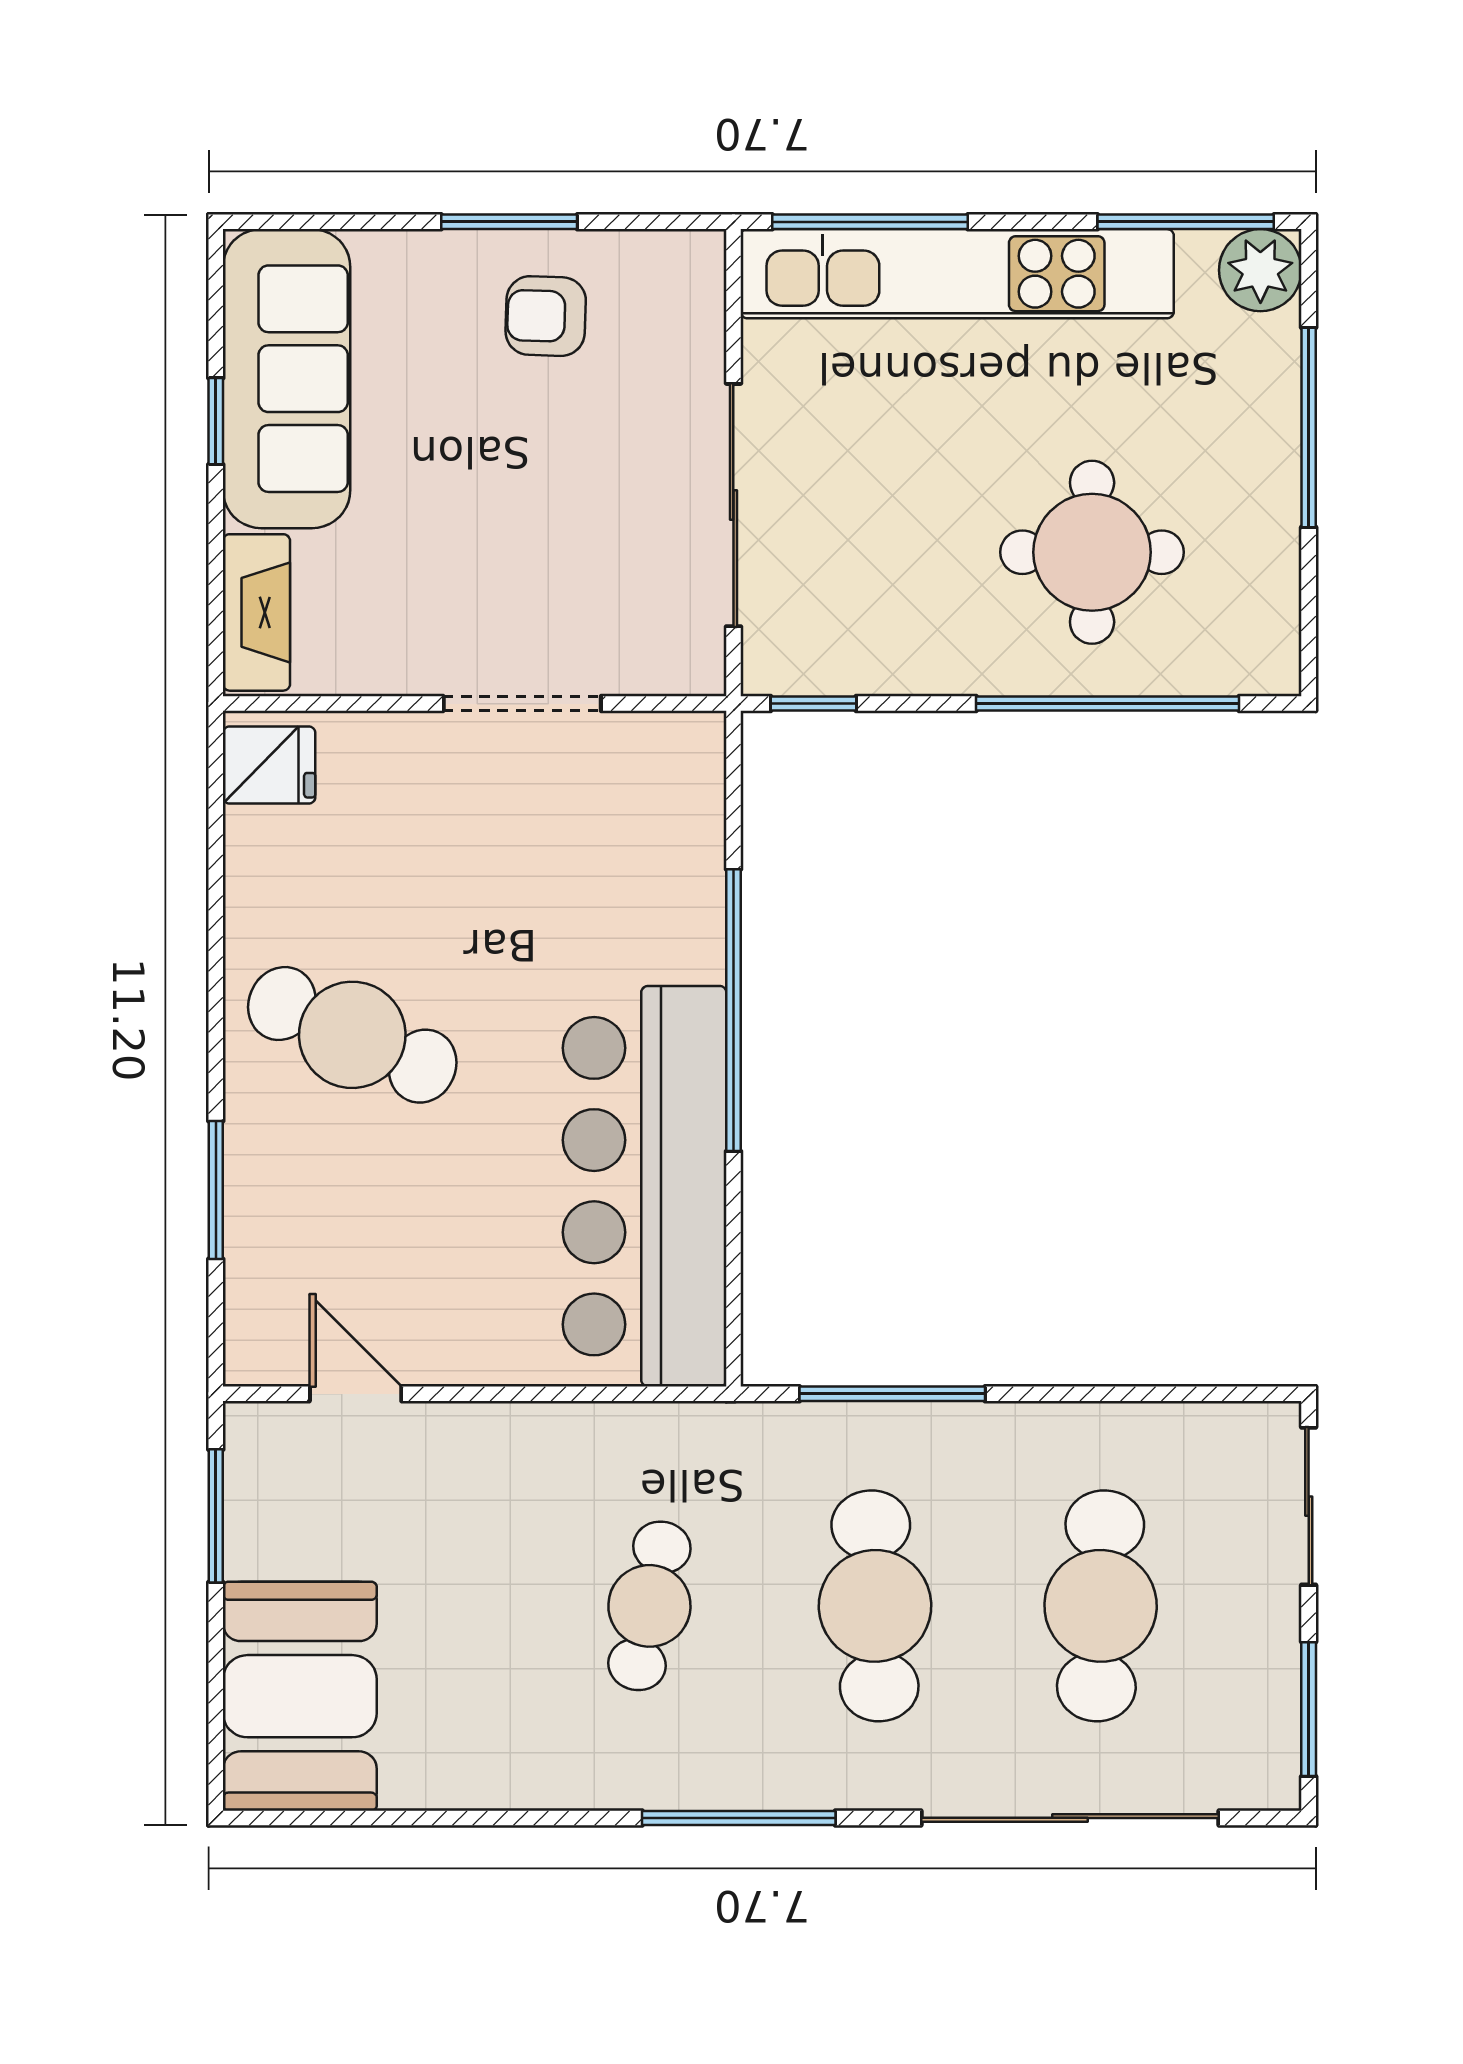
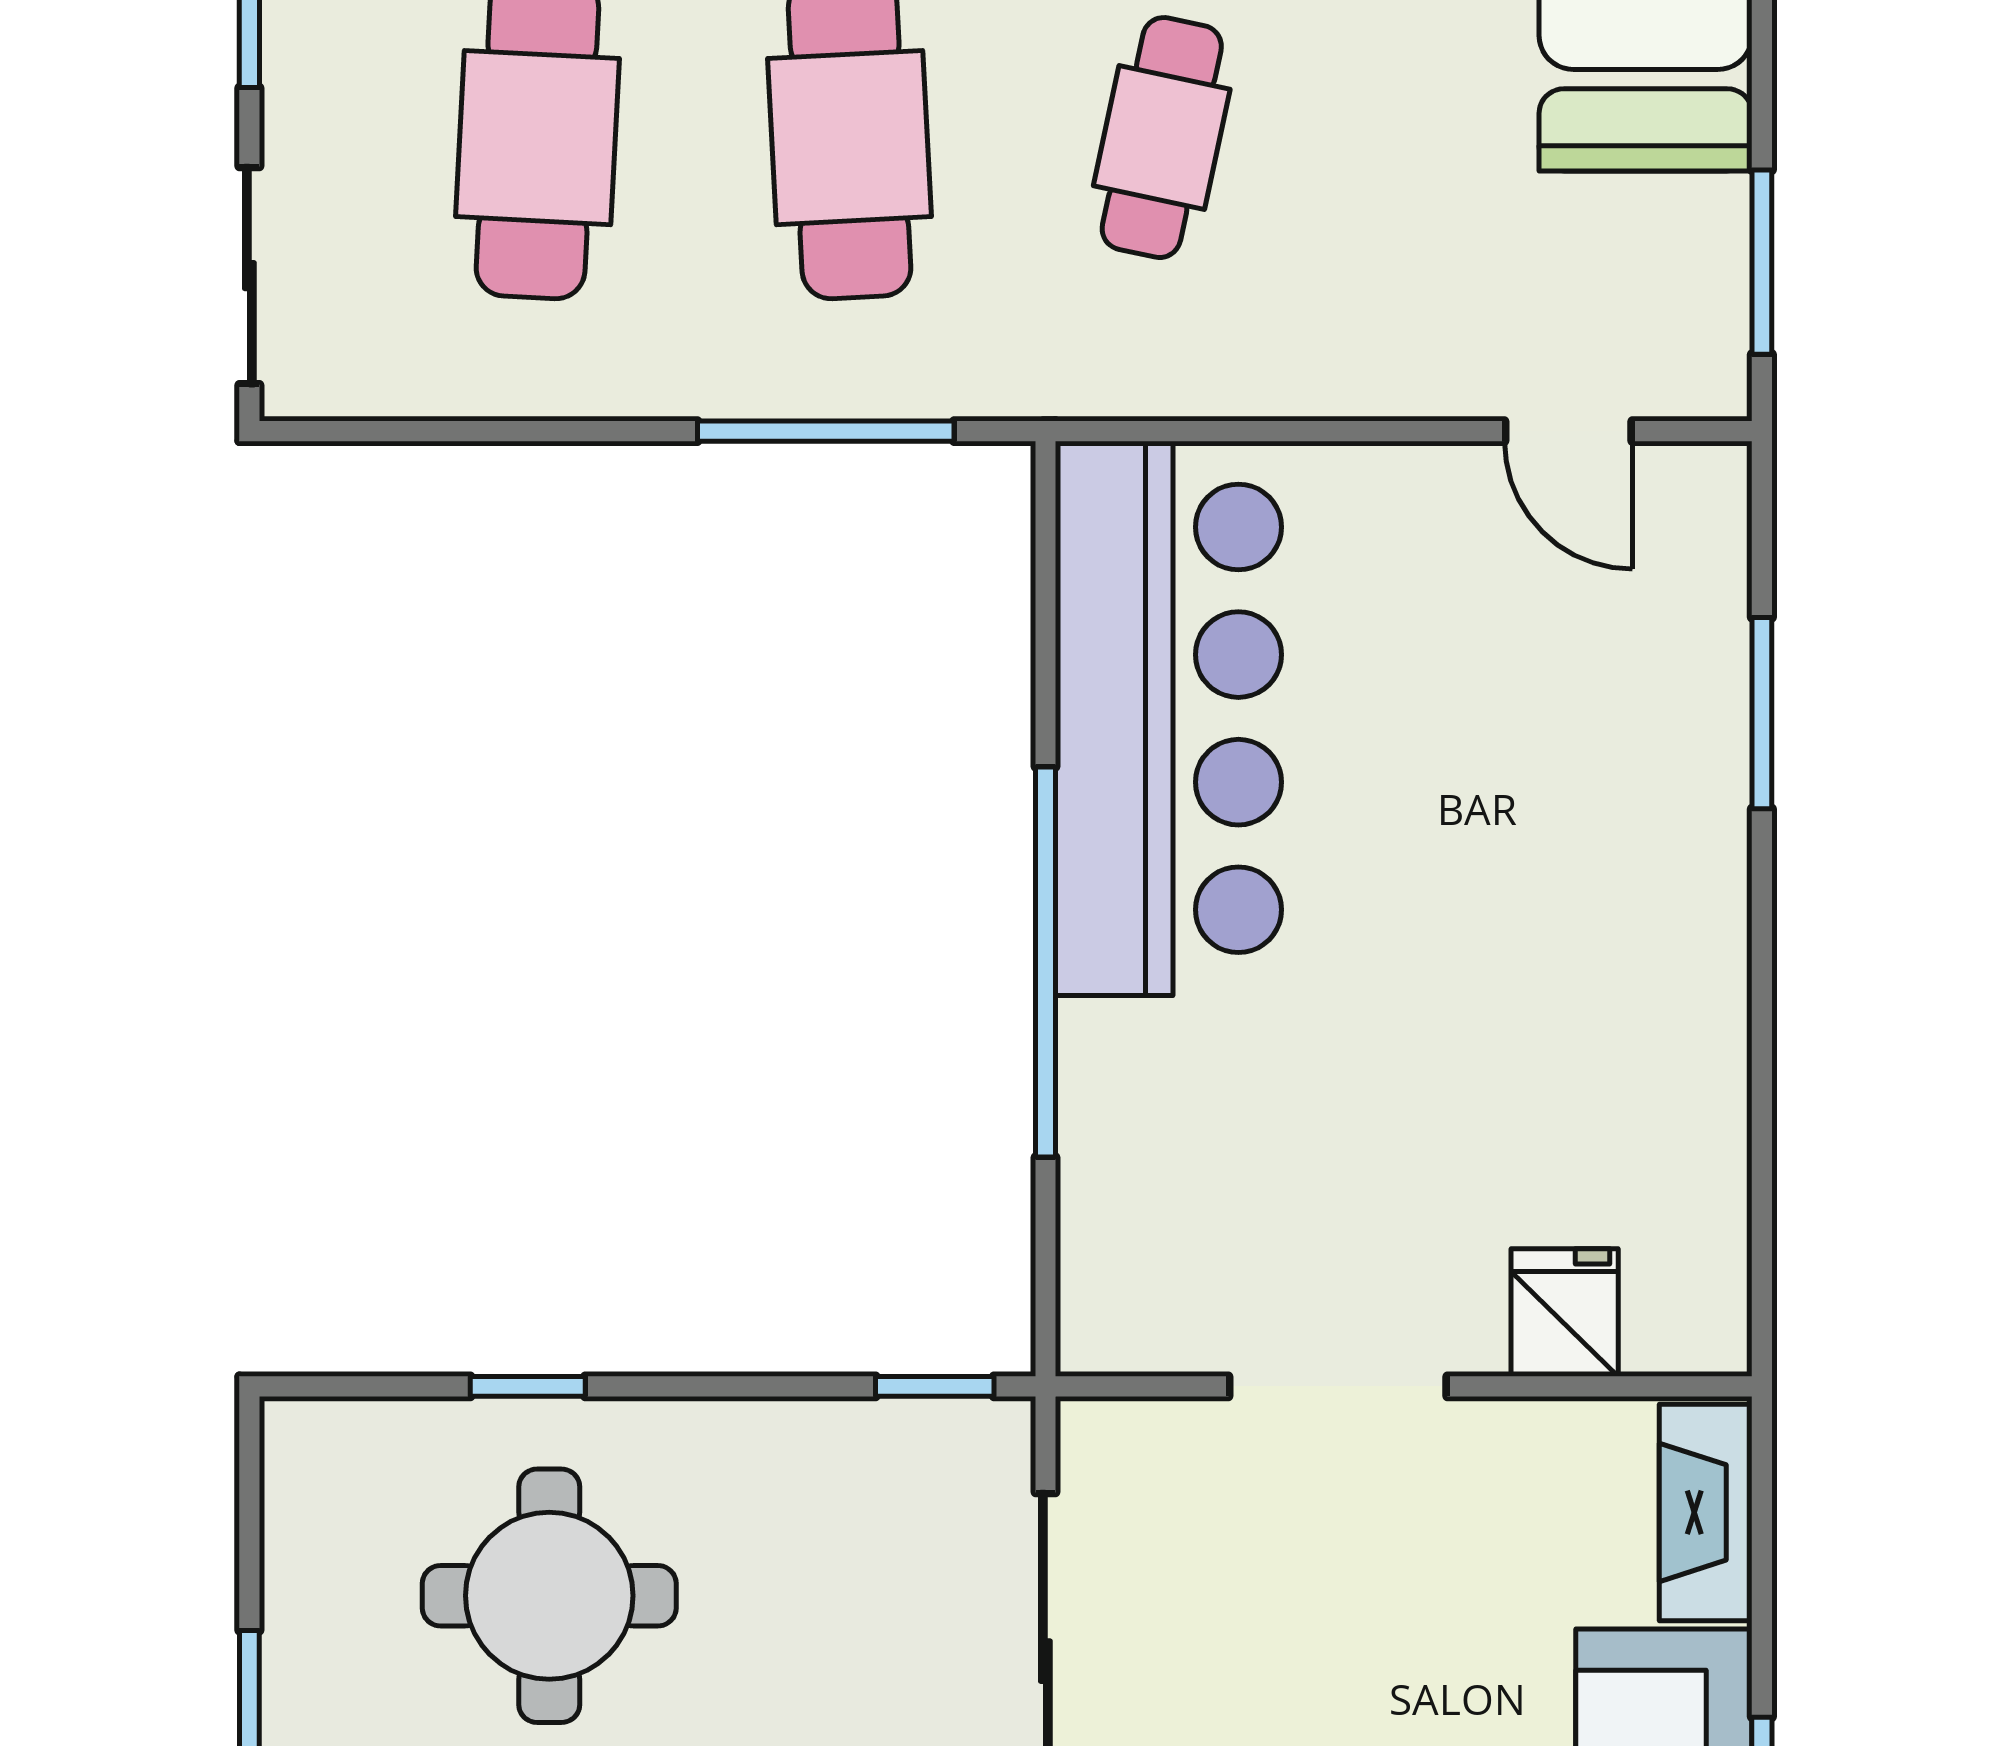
window: (1108, 704) -> (528, 1386), width x0.32
fridge: (269, 765) -> (1565, 1313), moved, turned 90
cafe table: (352, 1035) -> (1573, 928), removed

